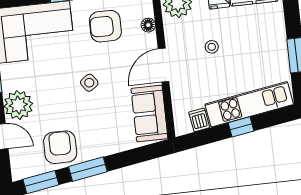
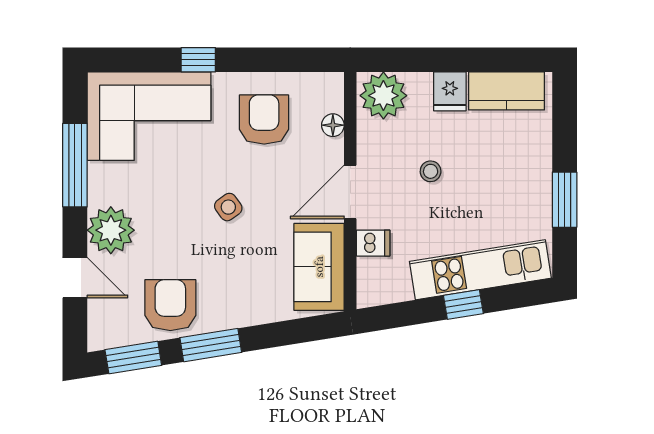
armchair: (105, 26) -> (264, 119), turned 90
dishwasher: (199, 120) -> (373, 243), moved, turned 99

